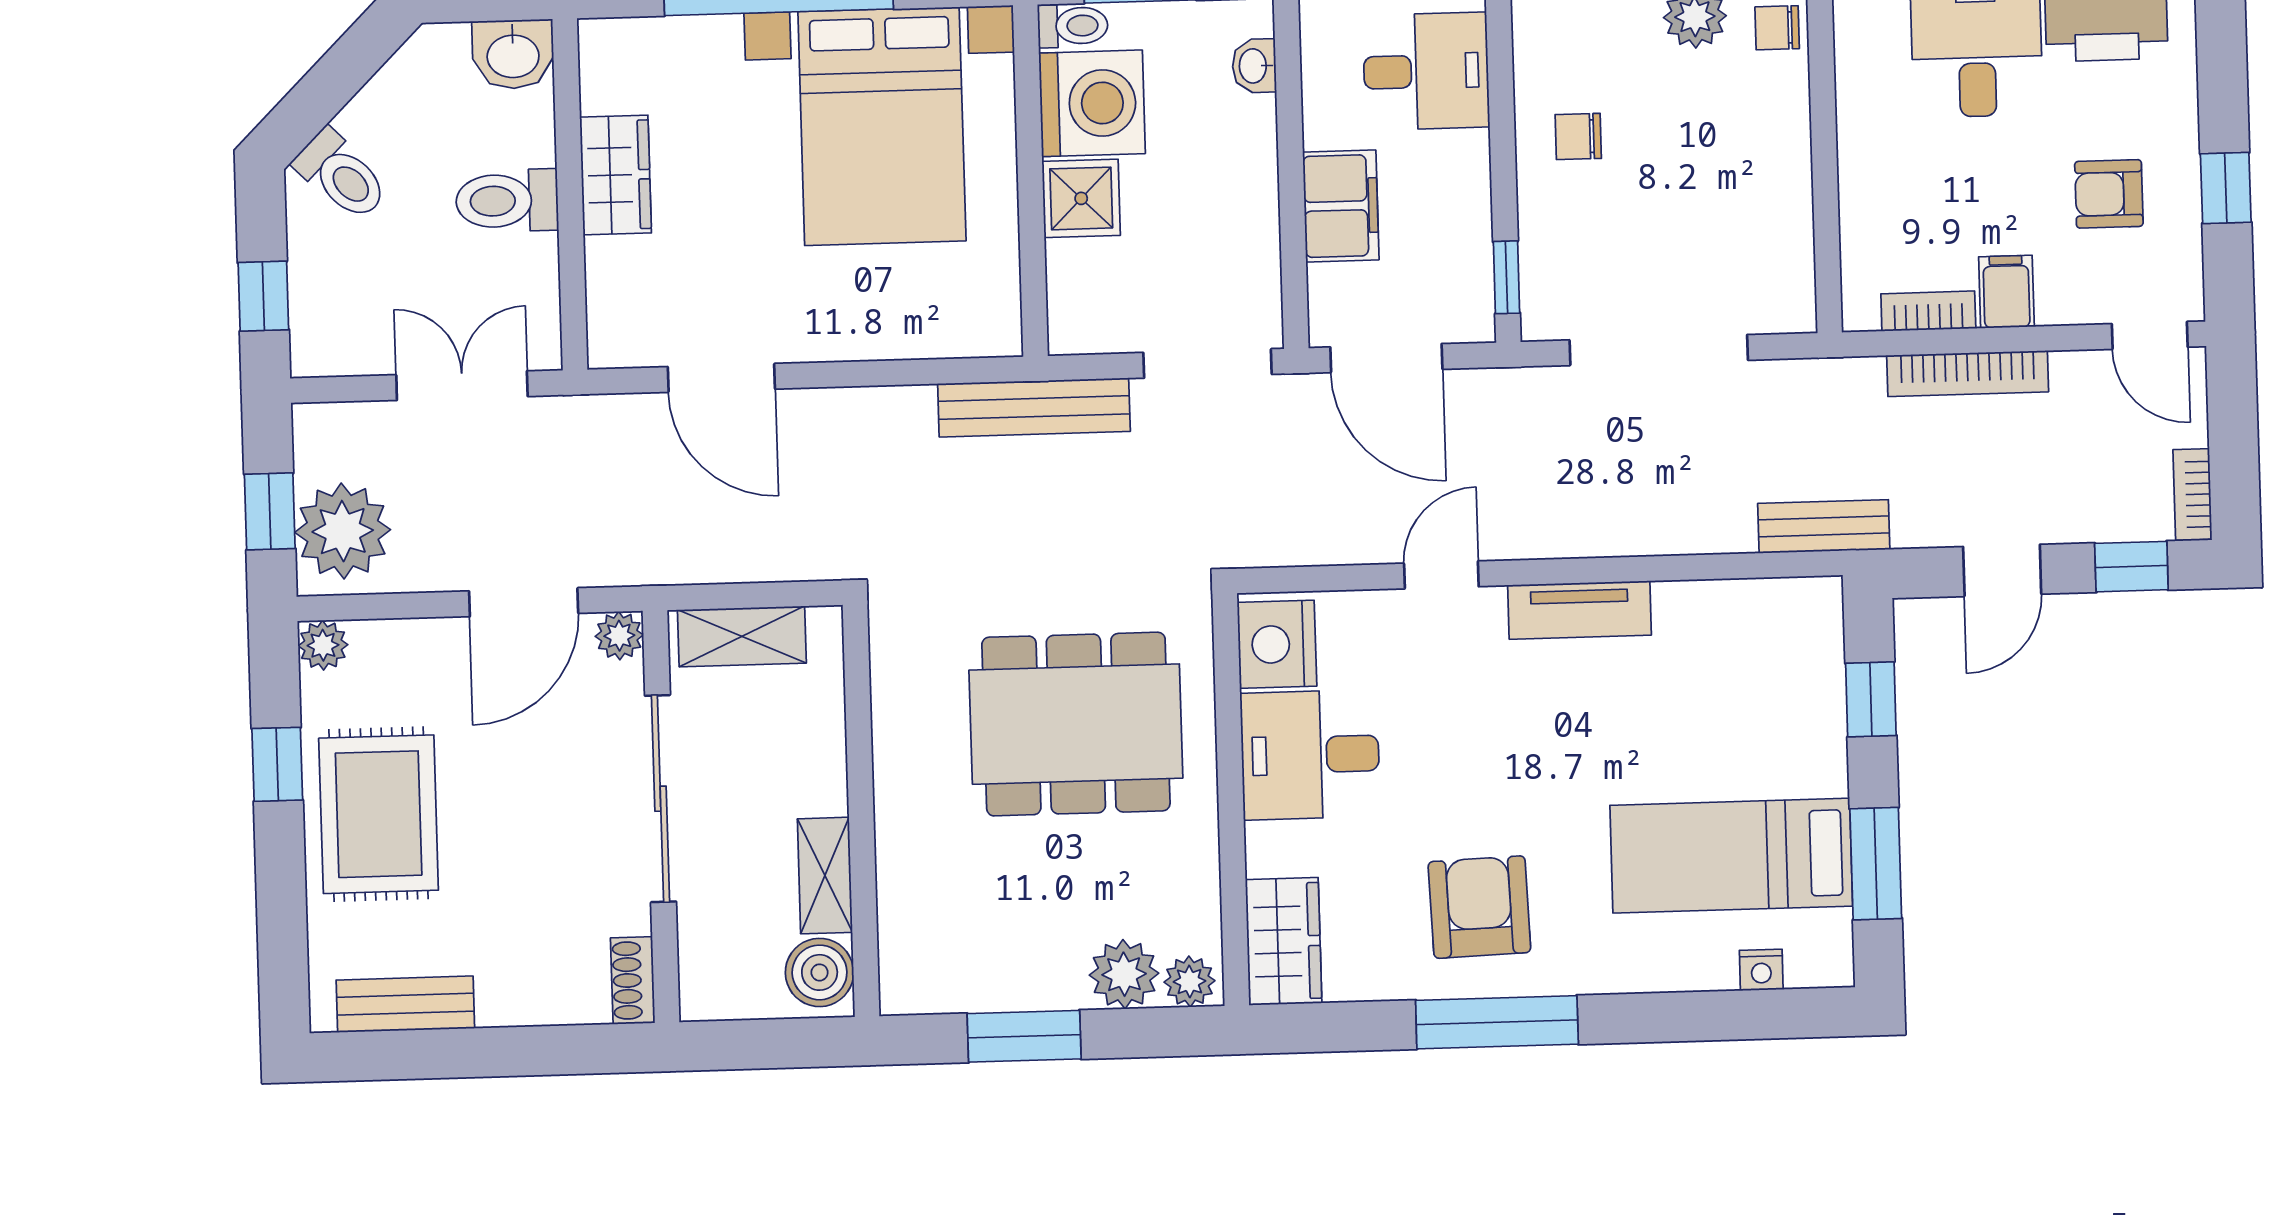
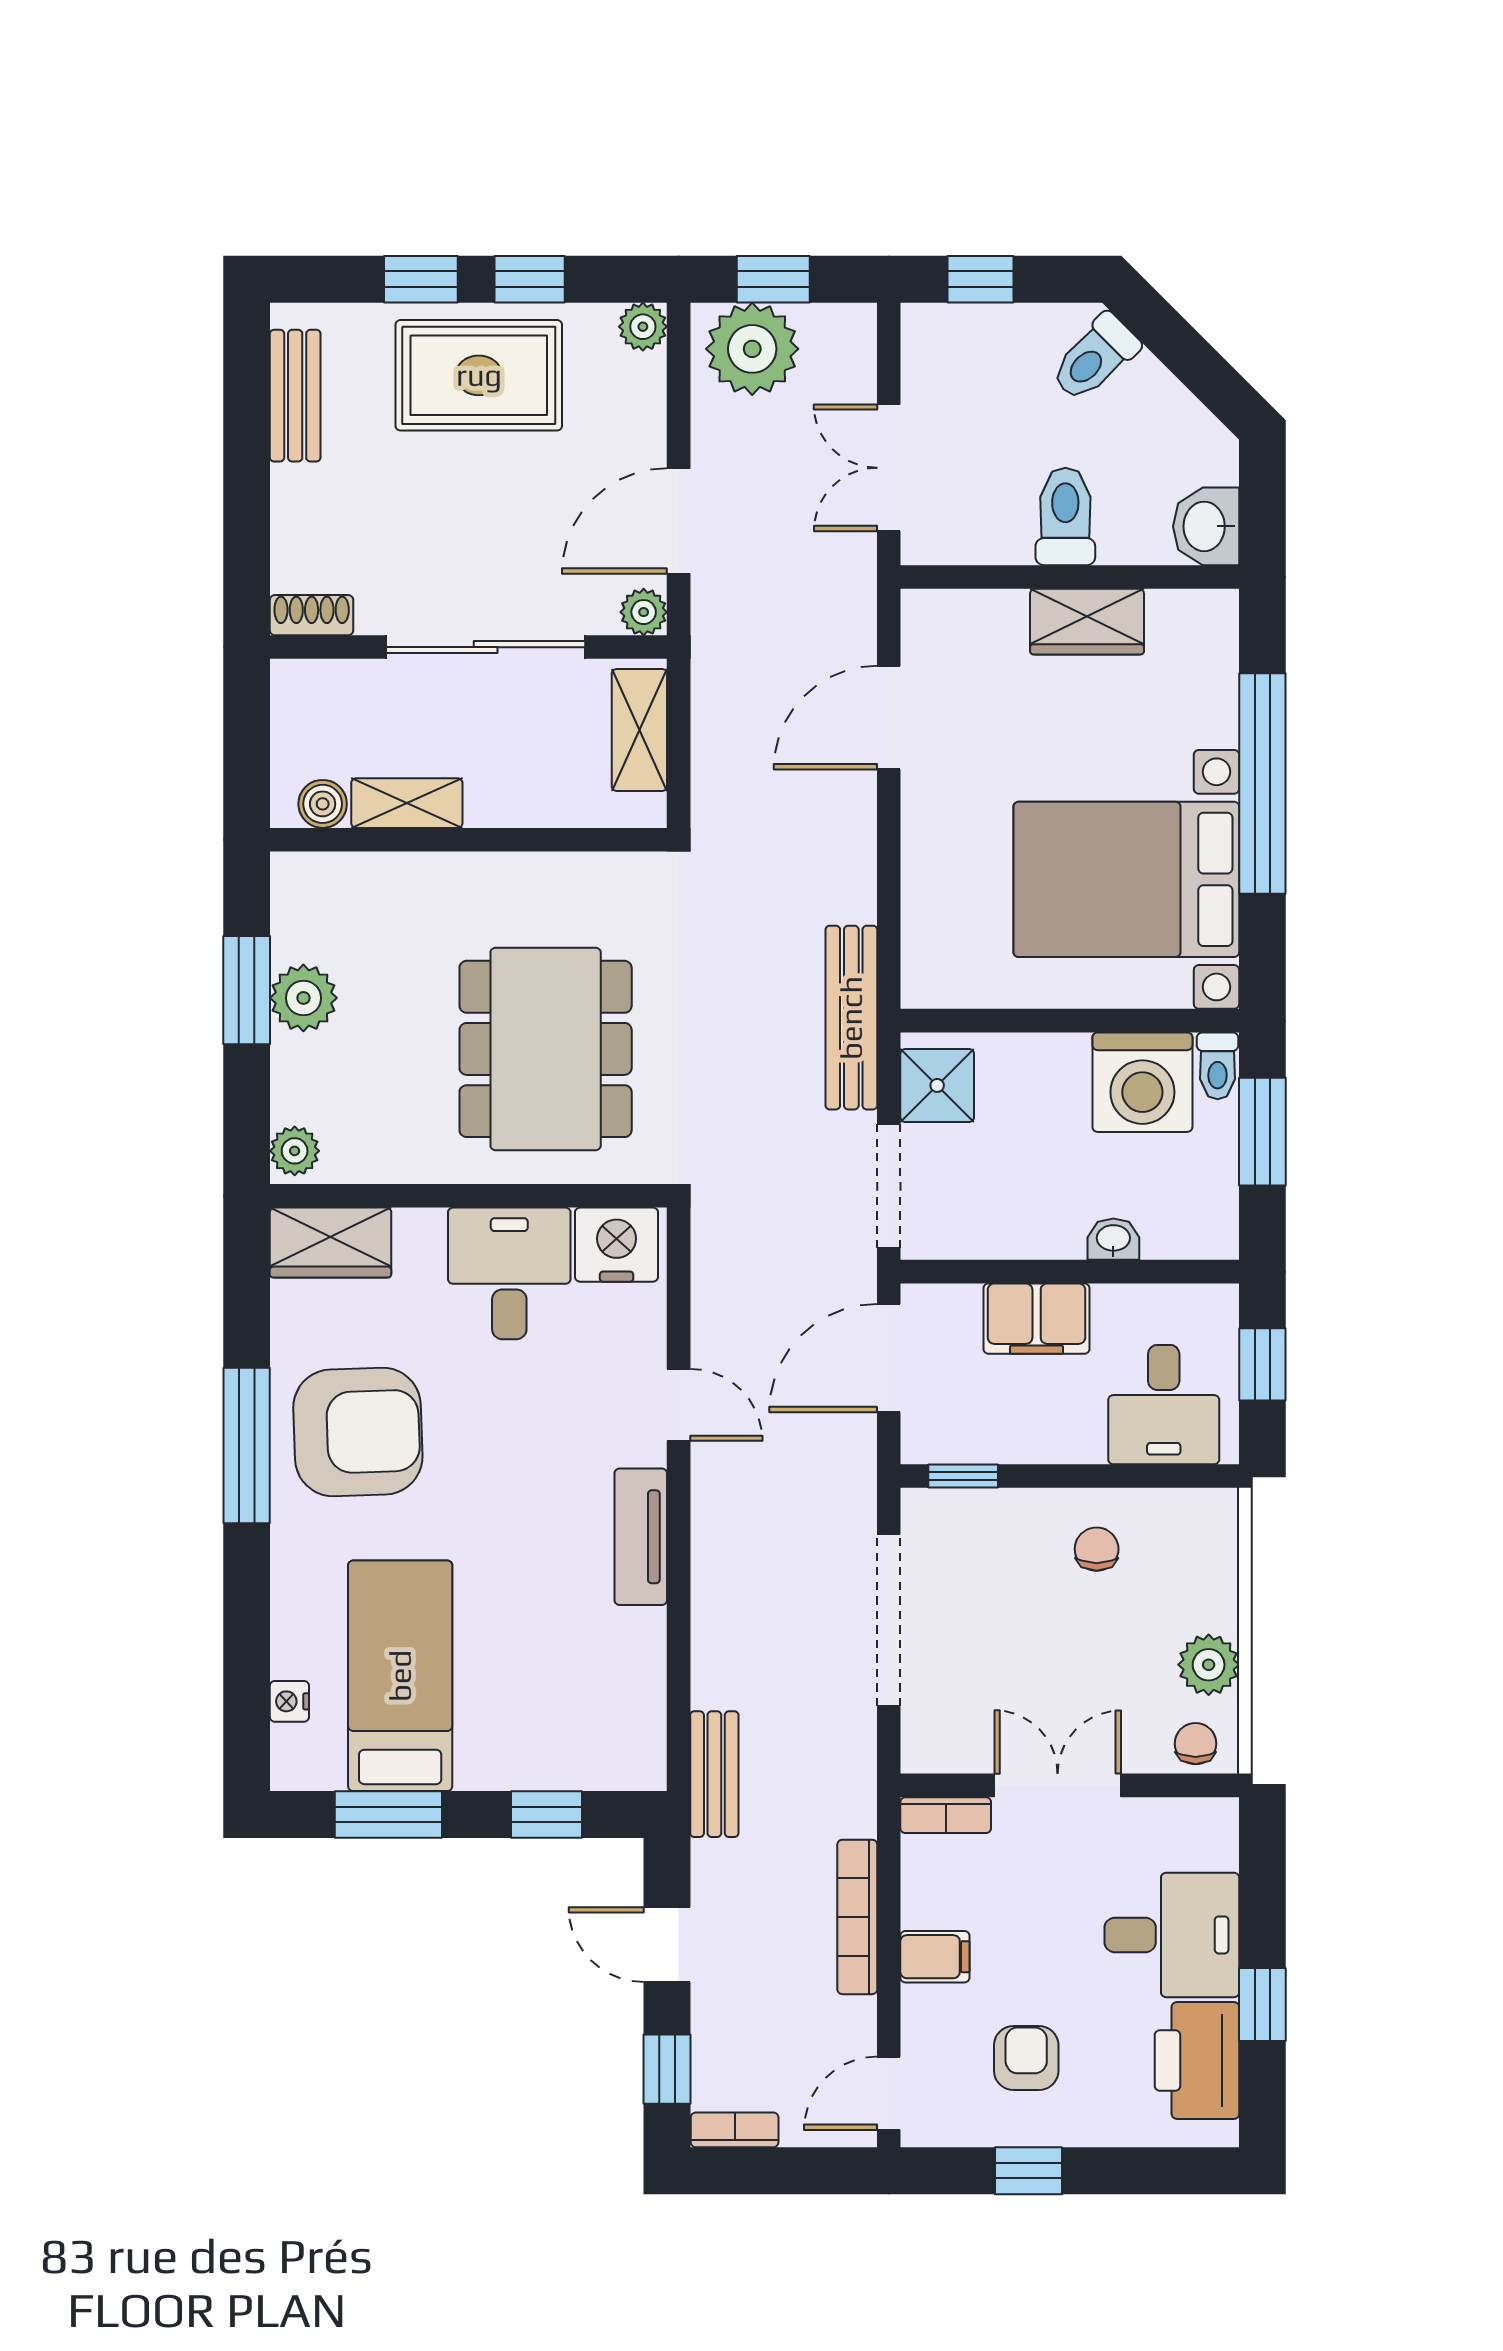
washbasin: (1254, 66) -> (1113, 1239), moved
double door: (1825, 170) -> (1058, 1785), added
shower: (1081, 198) -> (937, 1085), moved
bookcase: (1928, 311) -> (946, 1815), moved, turned 90
double door: (462, 386) -> (889, 468), swing flipped
door: (524, 602) -> (679, 521), hinge flipped
window: (281, 877) -> (421, 279), added
armchair: (1479, 907) -> (358, 1432), width x1.36, depth x1.36
boiler: (820, 972) -> (323, 804), width x0.73, depth x0.73
plant: (1124, 974) -> (303, 998), moved

